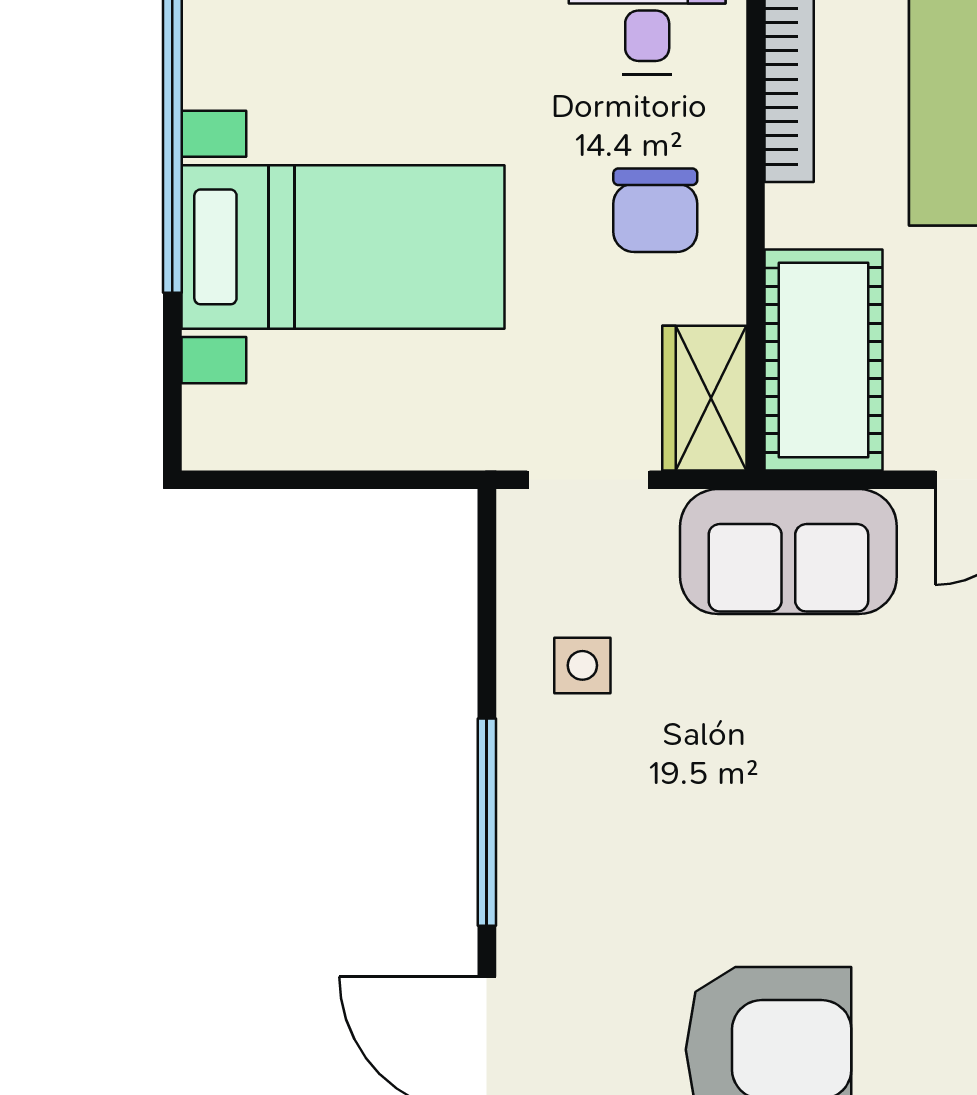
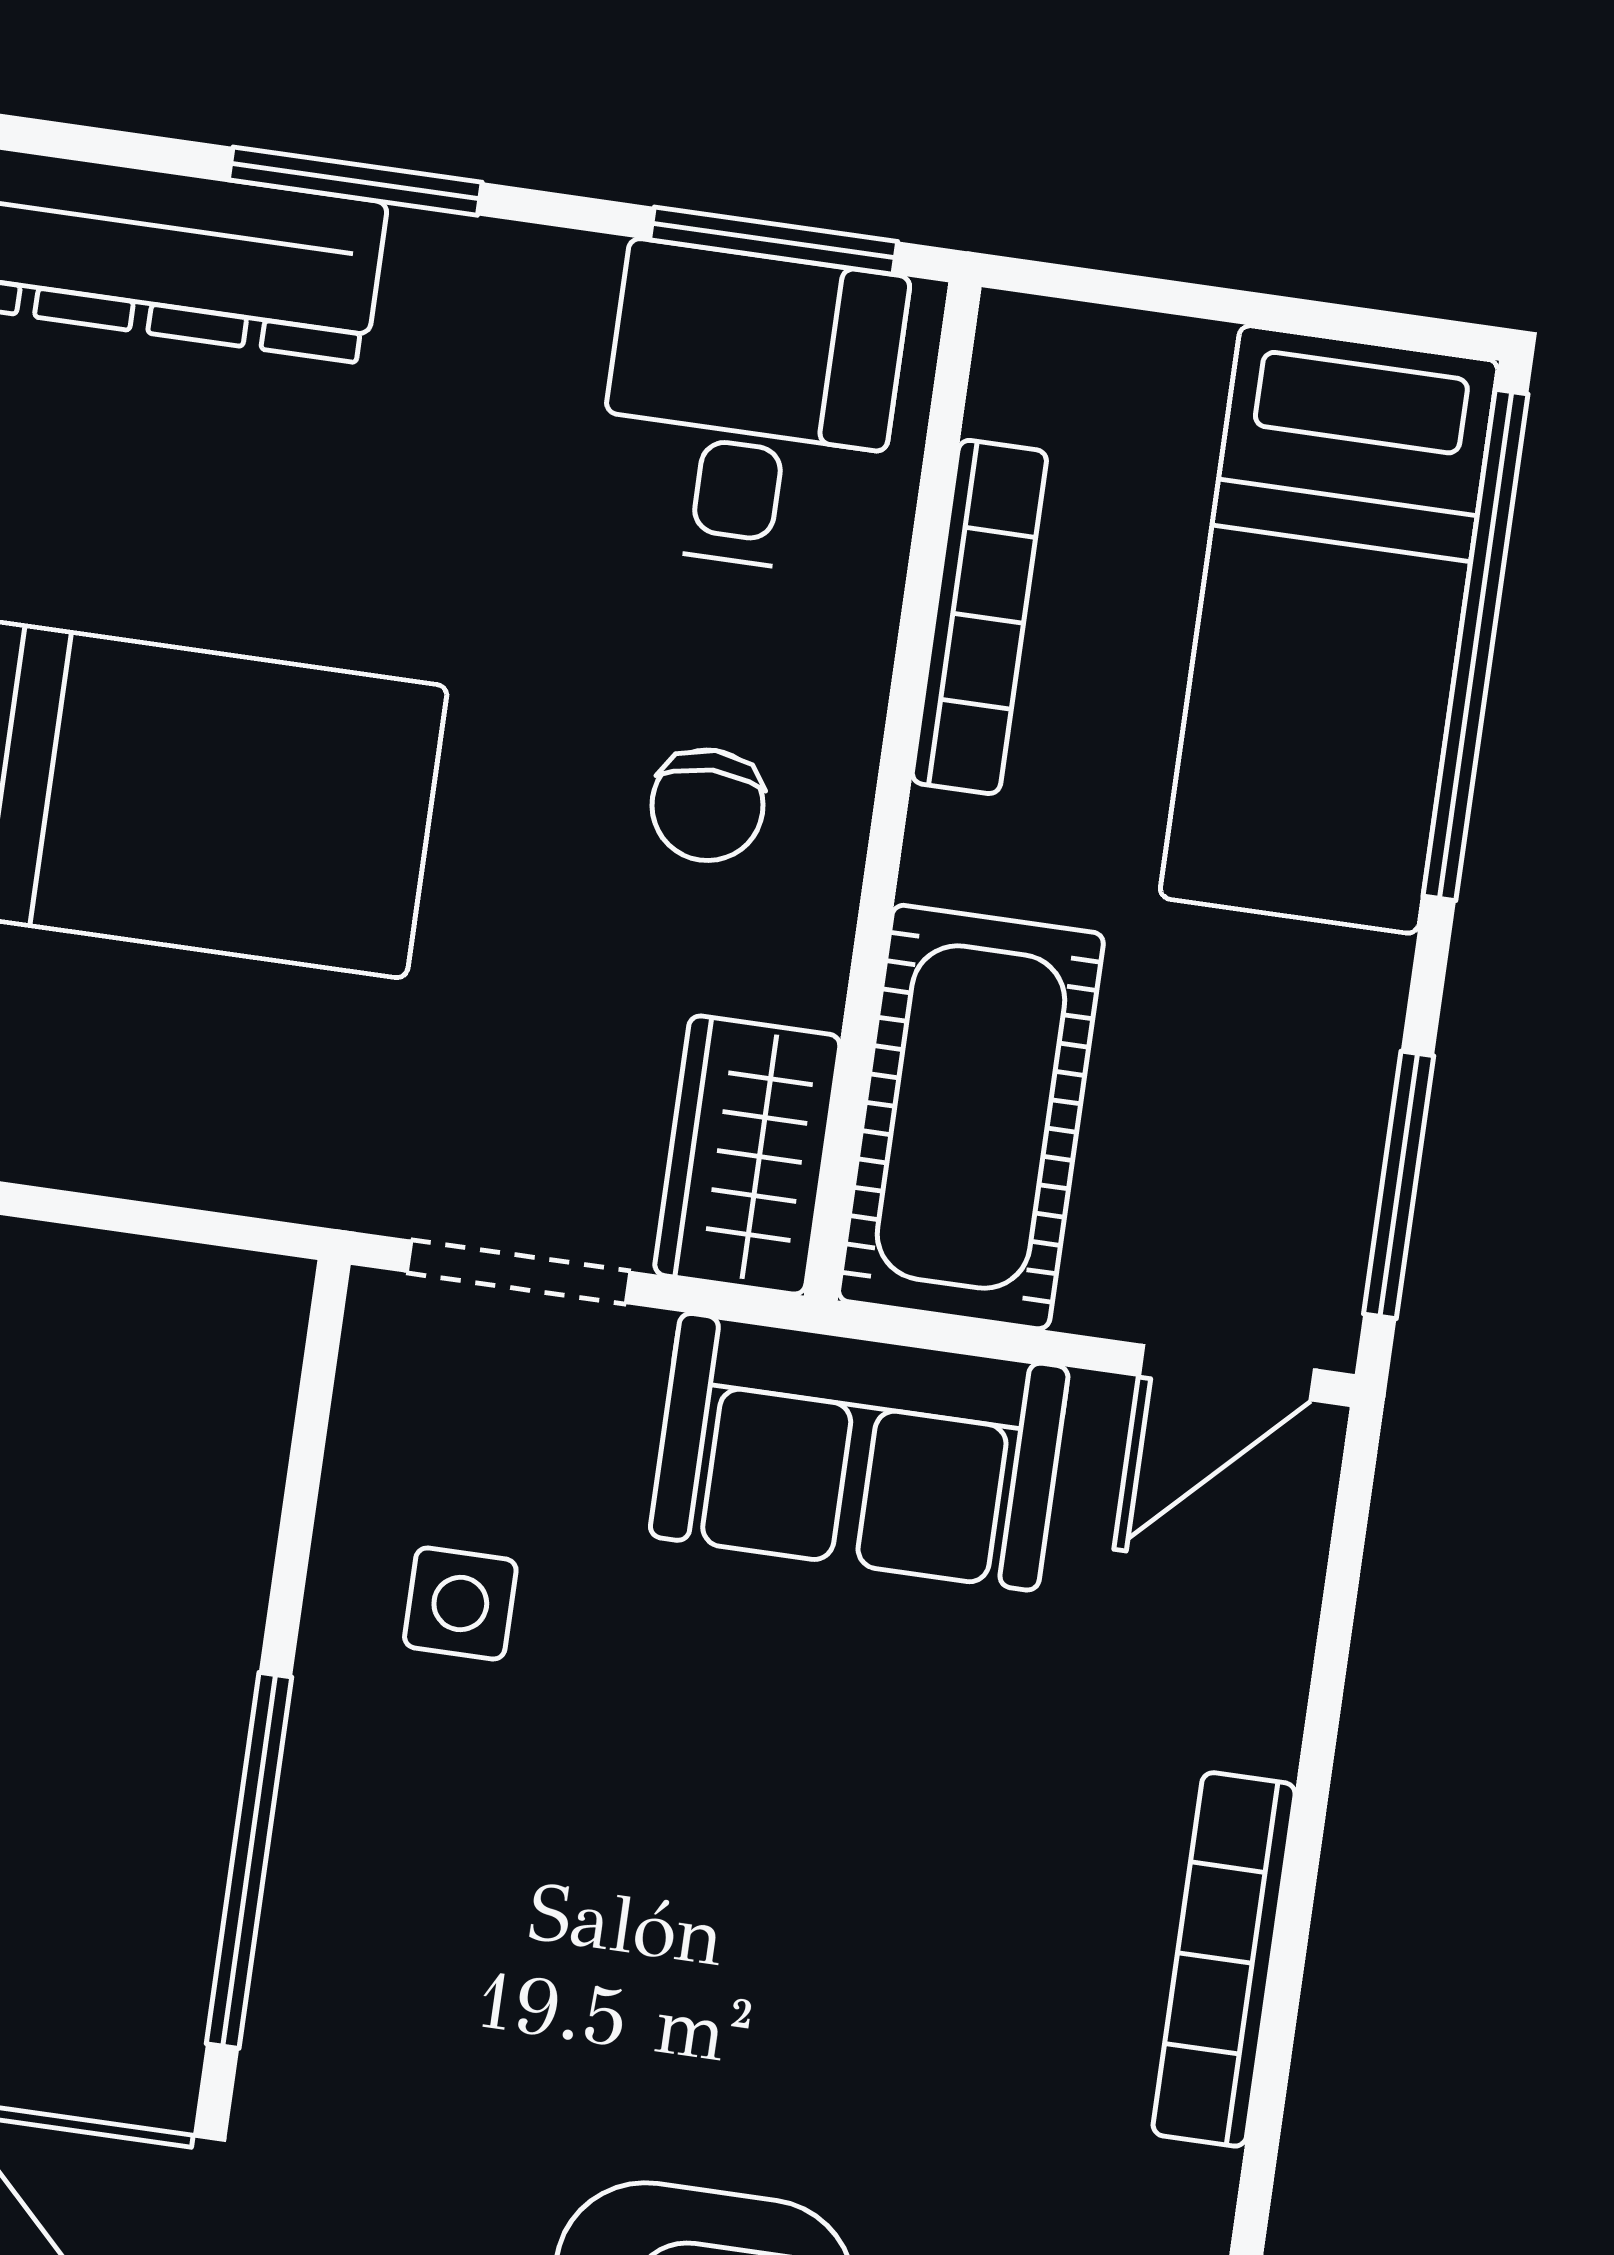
chair: (655, 210) -> (708, 805), width x0.73, depth x0.73

